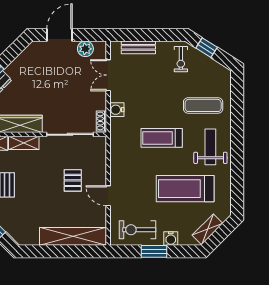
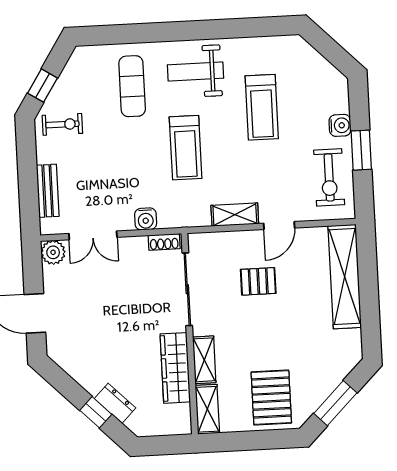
plant: (85, 49) -> (53, 252), moved
treadmill: (185, 189) -> (262, 107), width x0.73, depth x0.73
shelving: (207, 229) -> (235, 215), moved, turned -45

